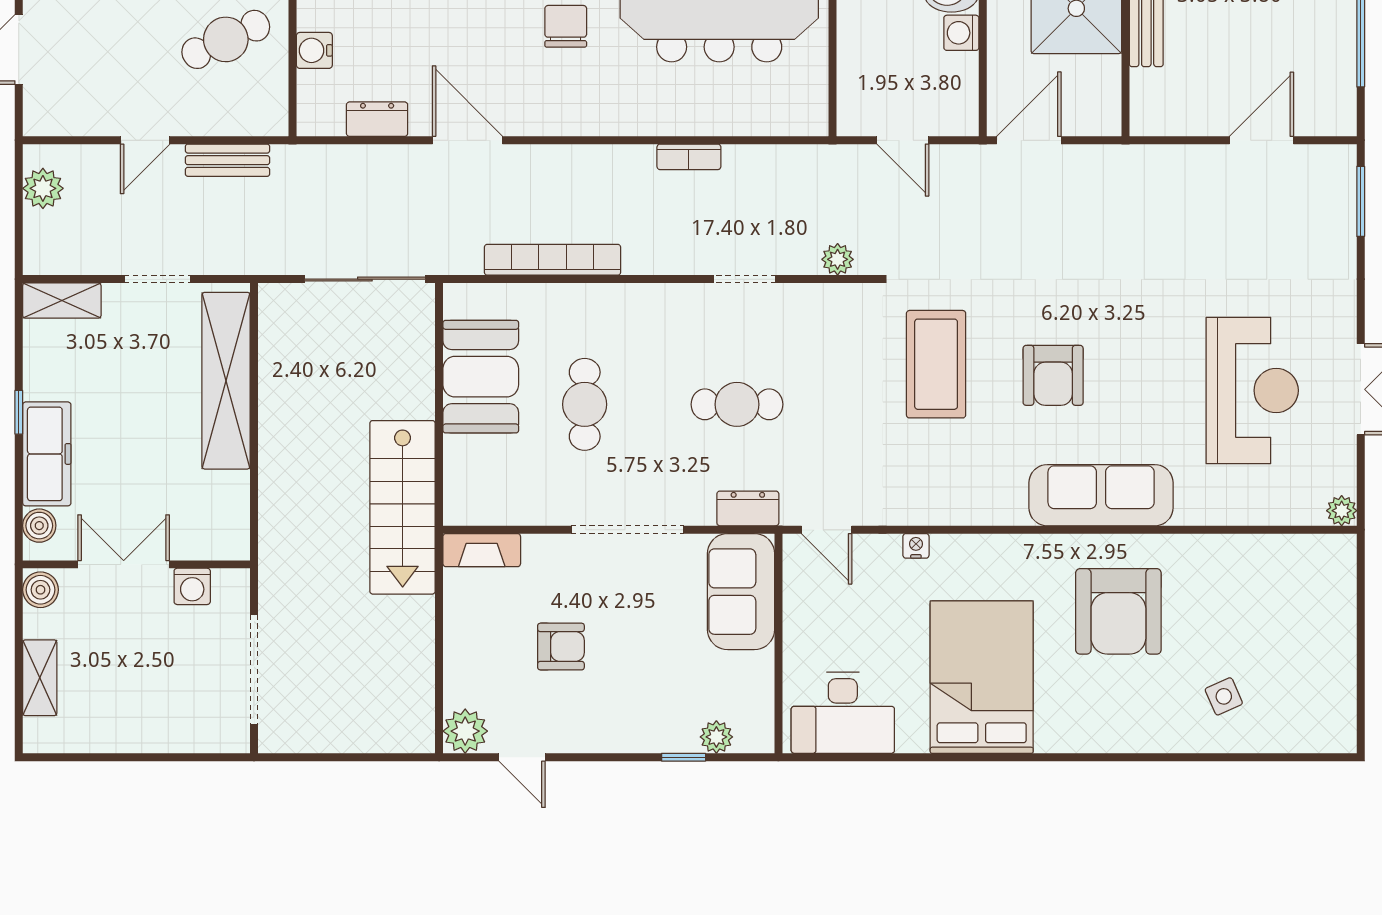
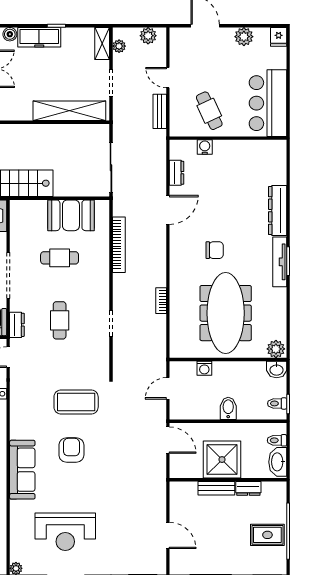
washing machine: (961, 33) -> (204, 368), moved, turned 180
plant: (838, 259) -> (119, 46), moved
armchair: (1053, 375) -> (71, 450), turned 90

